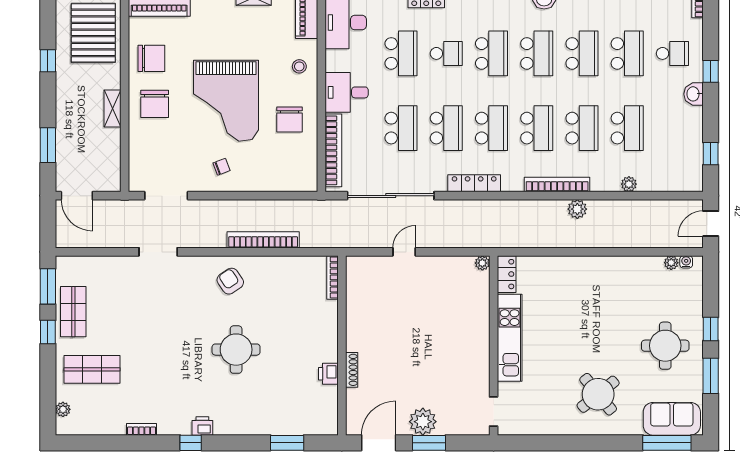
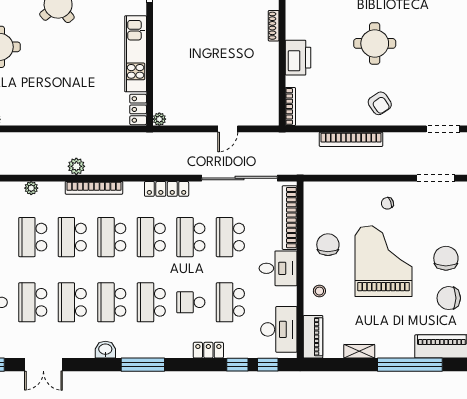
printer: (328, 374) -> (298, 58), moved, width x1.87, depth x1.48

